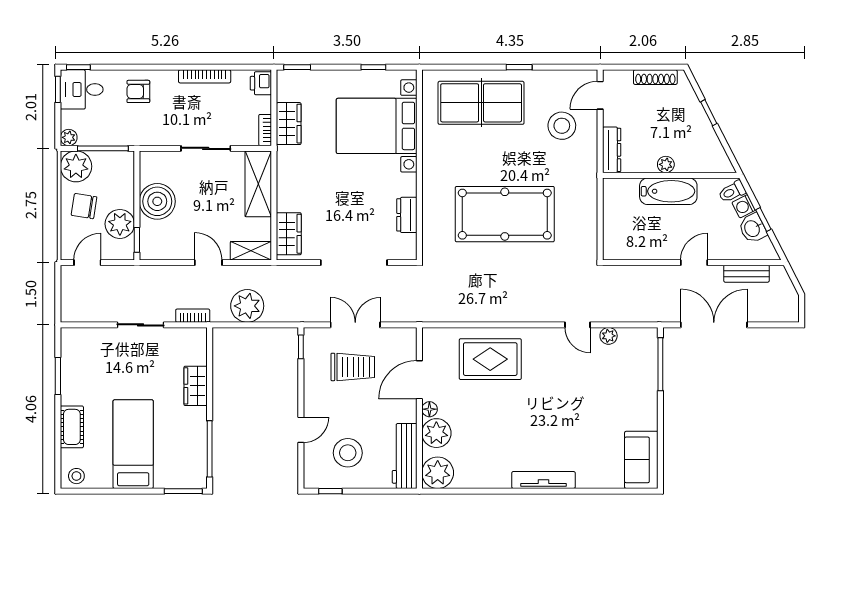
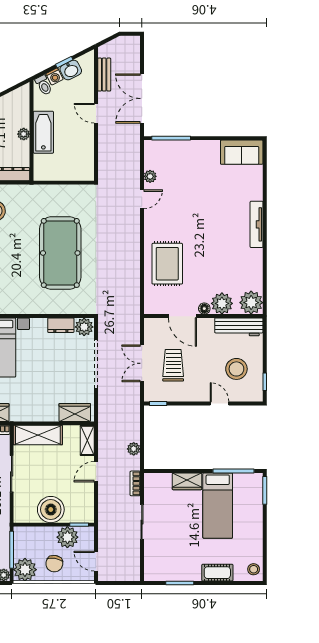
plant: (405, 246) -> (84, 327), added
plant: (247, 306) -> (134, 449), width x0.53, depth x0.53
bed: (133, 444) -> (218, 506), moved, turned -90

